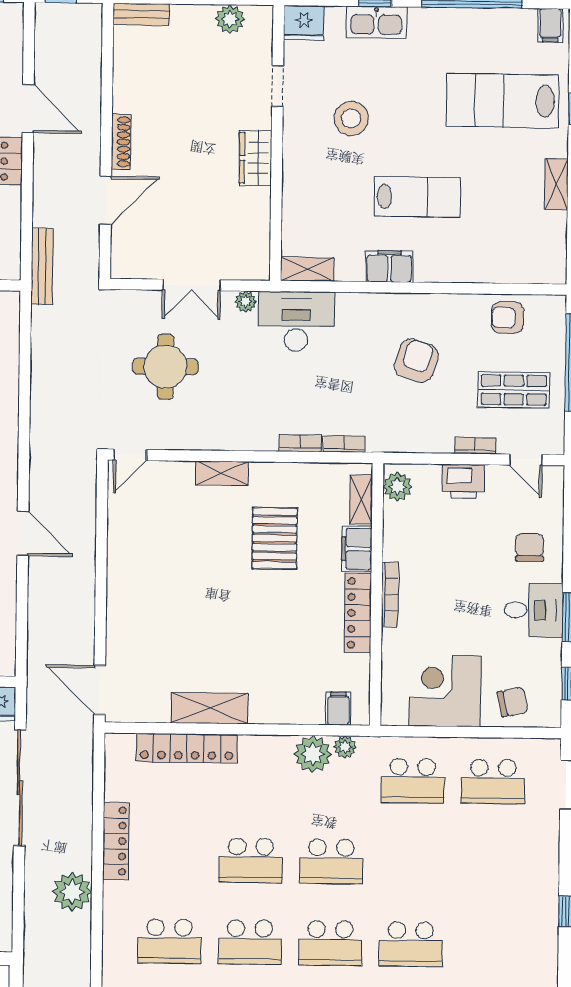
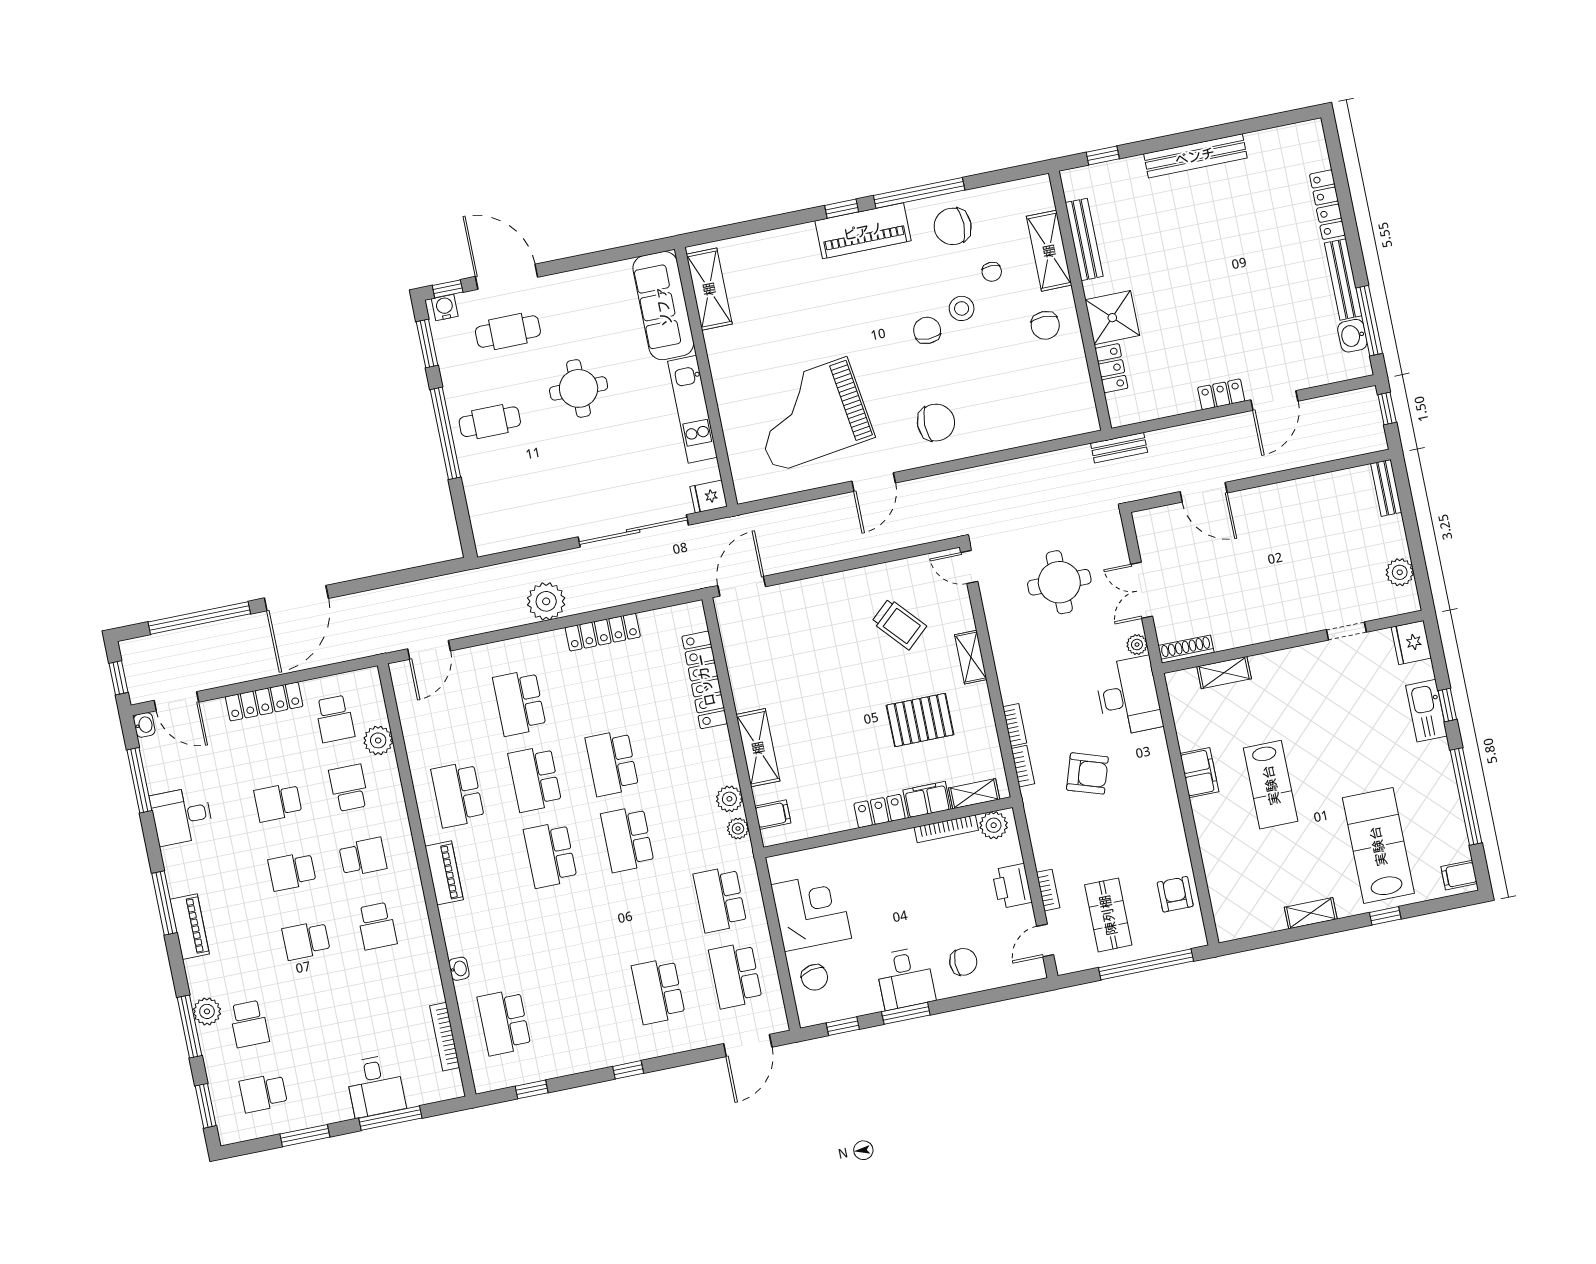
stool: (351, 119) -> (1331, 707), removed
shoe rack: (121, 142) -> (1186, 649), moved, turned 180
wardrobe: (256, 158) -> (1274, 625), removed
bench: (42, 266) -> (1119, 448), width x0.73
shelving: (307, 269) -> (1224, 673), moved, turned 90
armchair: (416, 361) -> (1087, 773), moved
trolley: (173, 539) -> (899, 624), added
bookcase: (390, 594) -> (946, 829), moved
locker: (358, 613) -> (880, 811), width x0.66
shelving: (209, 708) -> (758, 748), moved
plant: (313, 754) -> (729, 799), width x0.73, depth x0.73
school desk: (411, 944) -> (658, 991), moved

